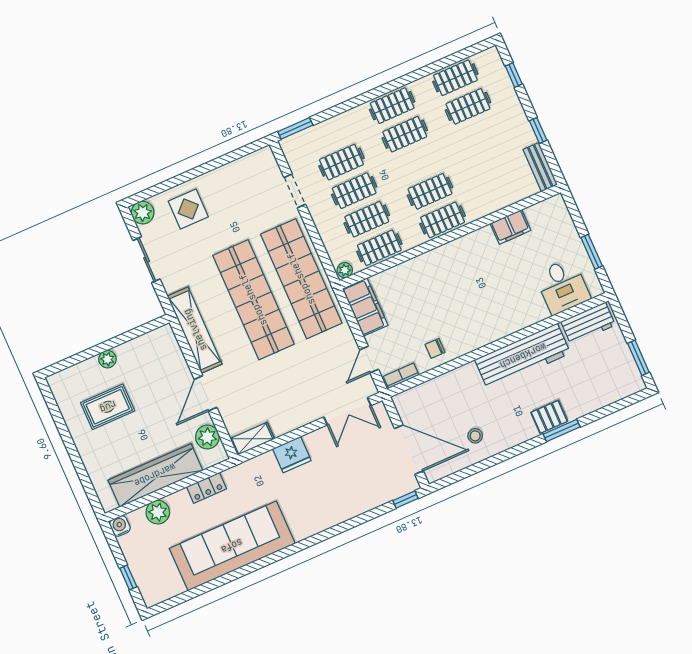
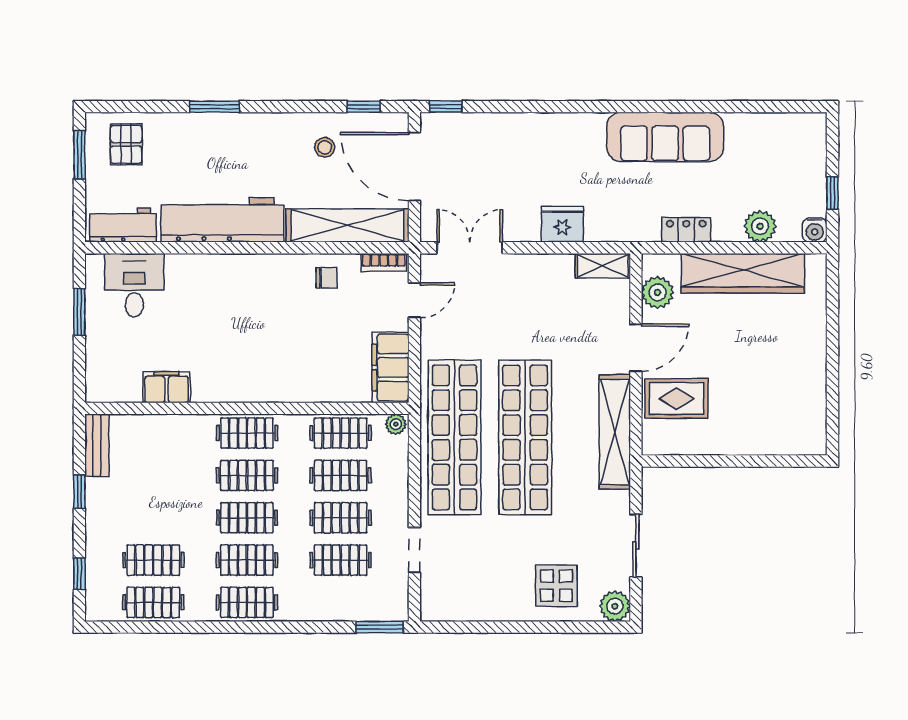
clothes rail: (417, 163) -> (247, 518), added
plant: (107, 359) -> (739, 444), removed
shelving: (437, 390) -> (347, 225), added
rug: (108, 407) -> (676, 398), moved
pallet: (549, 417) -> (126, 144), moved, turned 90
window: (461, 475) -> (363, 107), added
sofa: (232, 546) -> (665, 137), width x0.74, depth x0.79
window: (128, 578) -> (832, 193), moved

